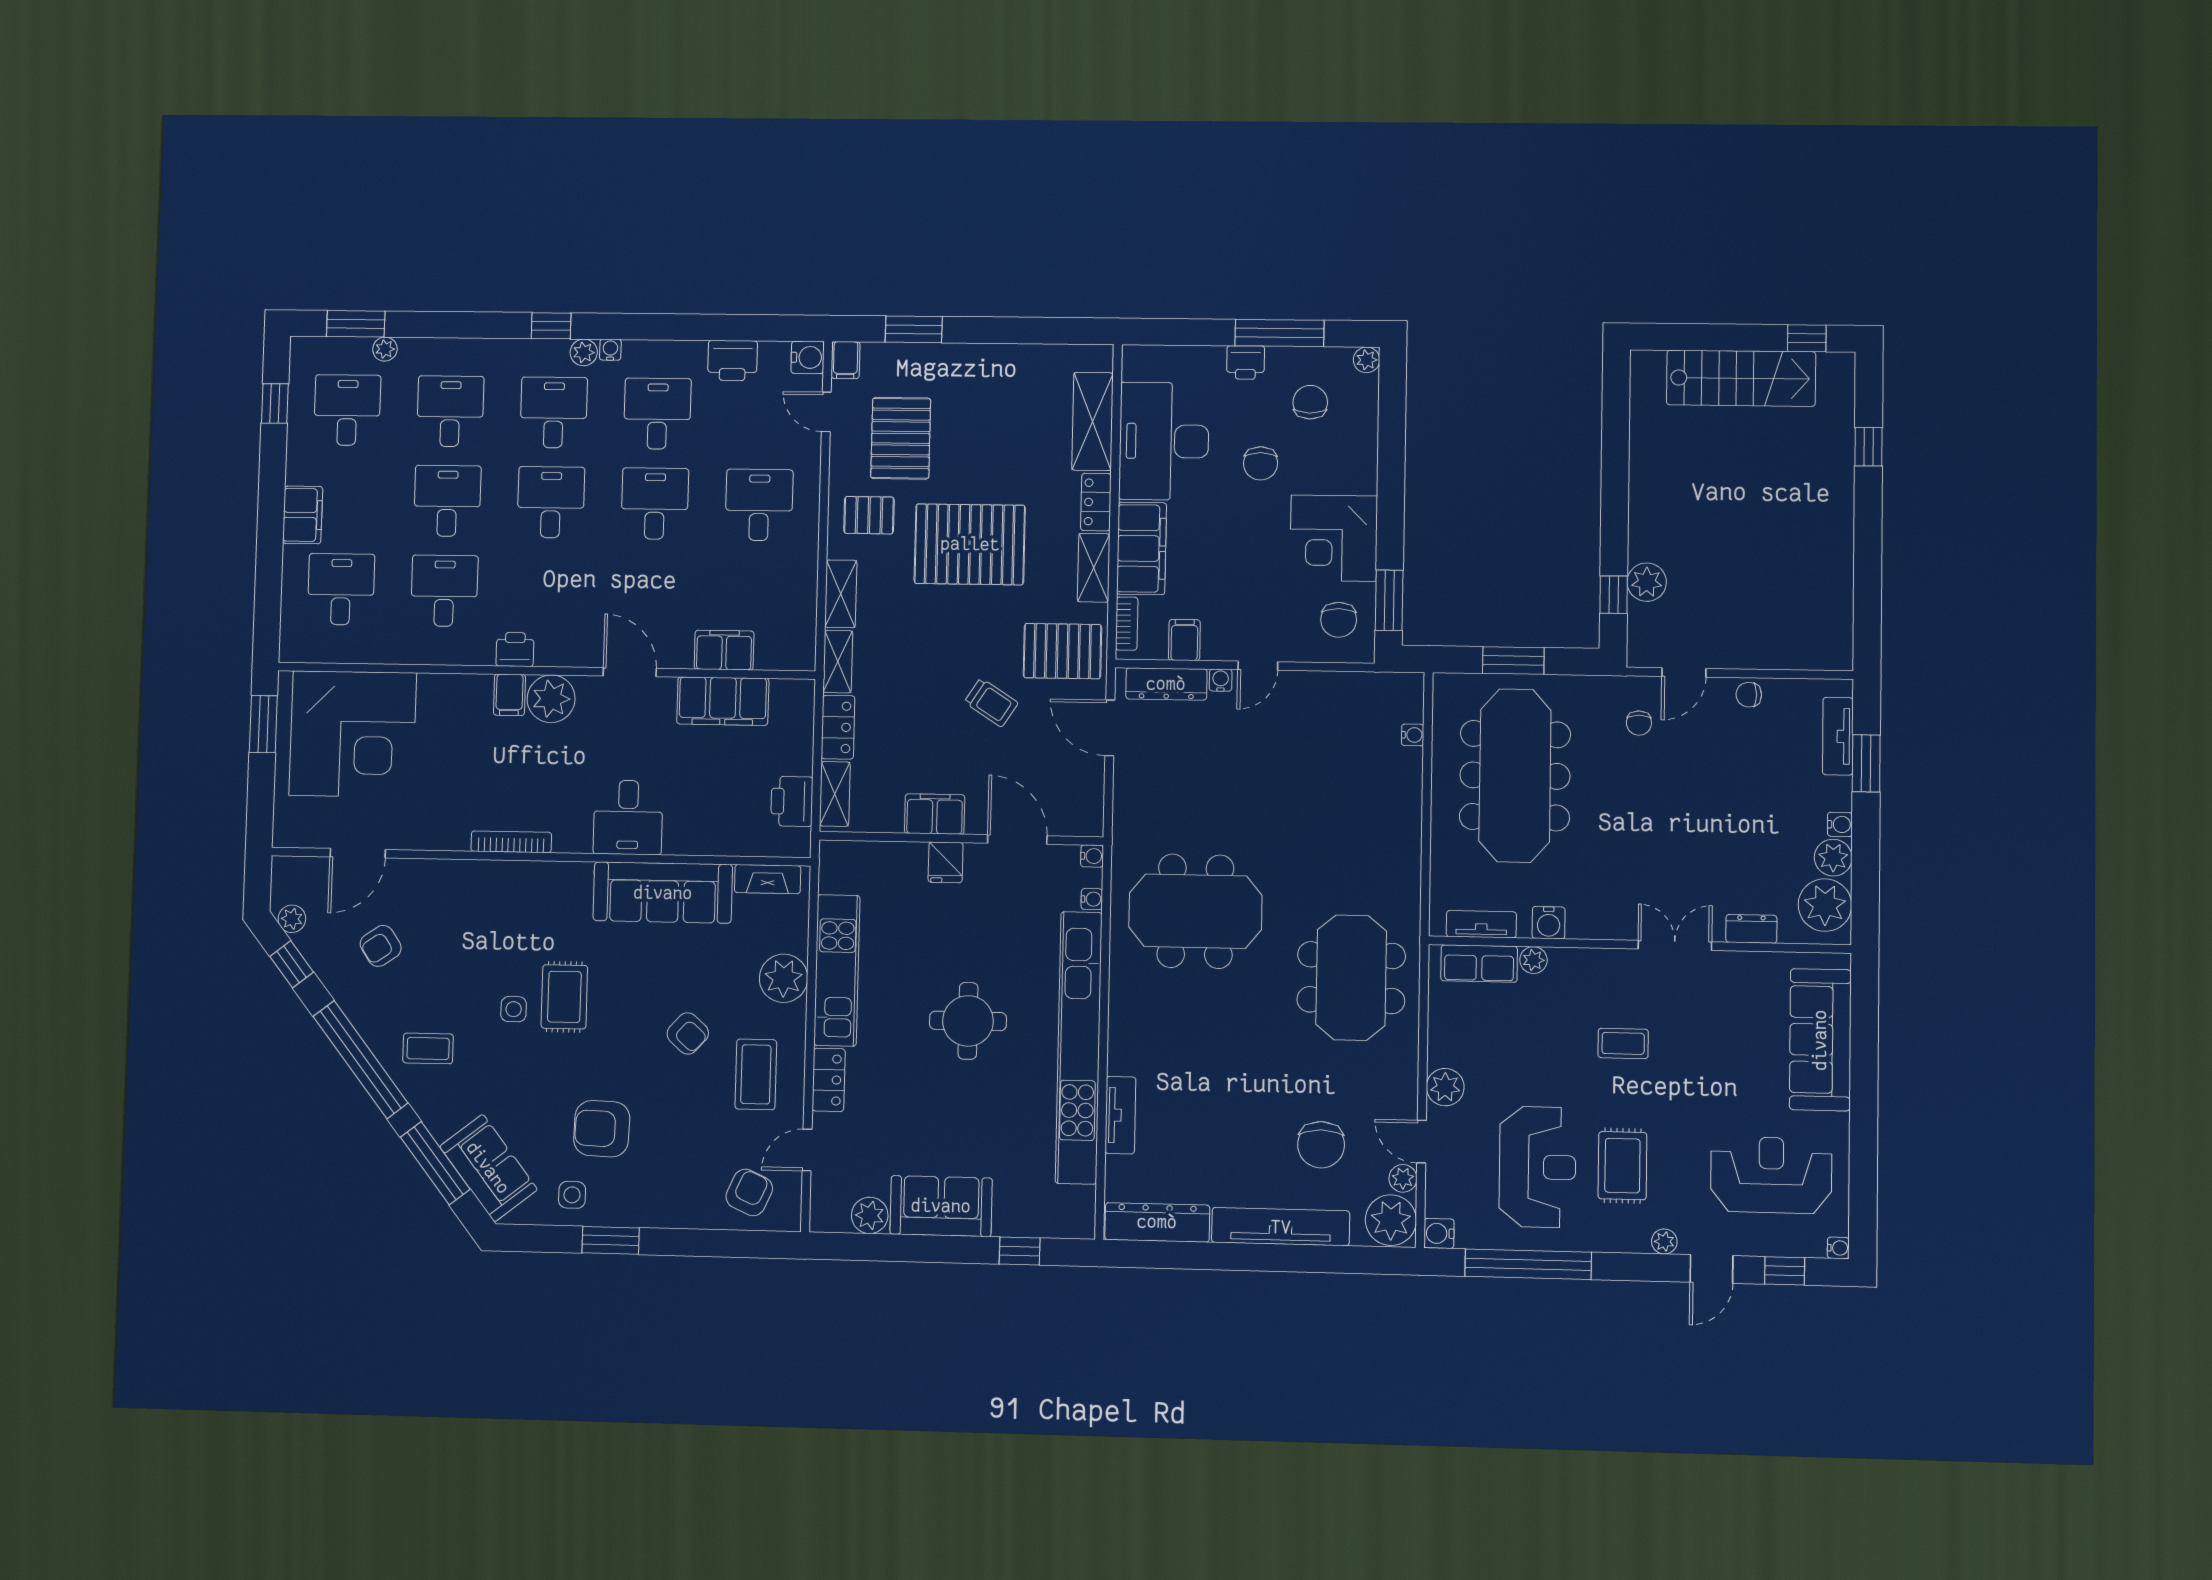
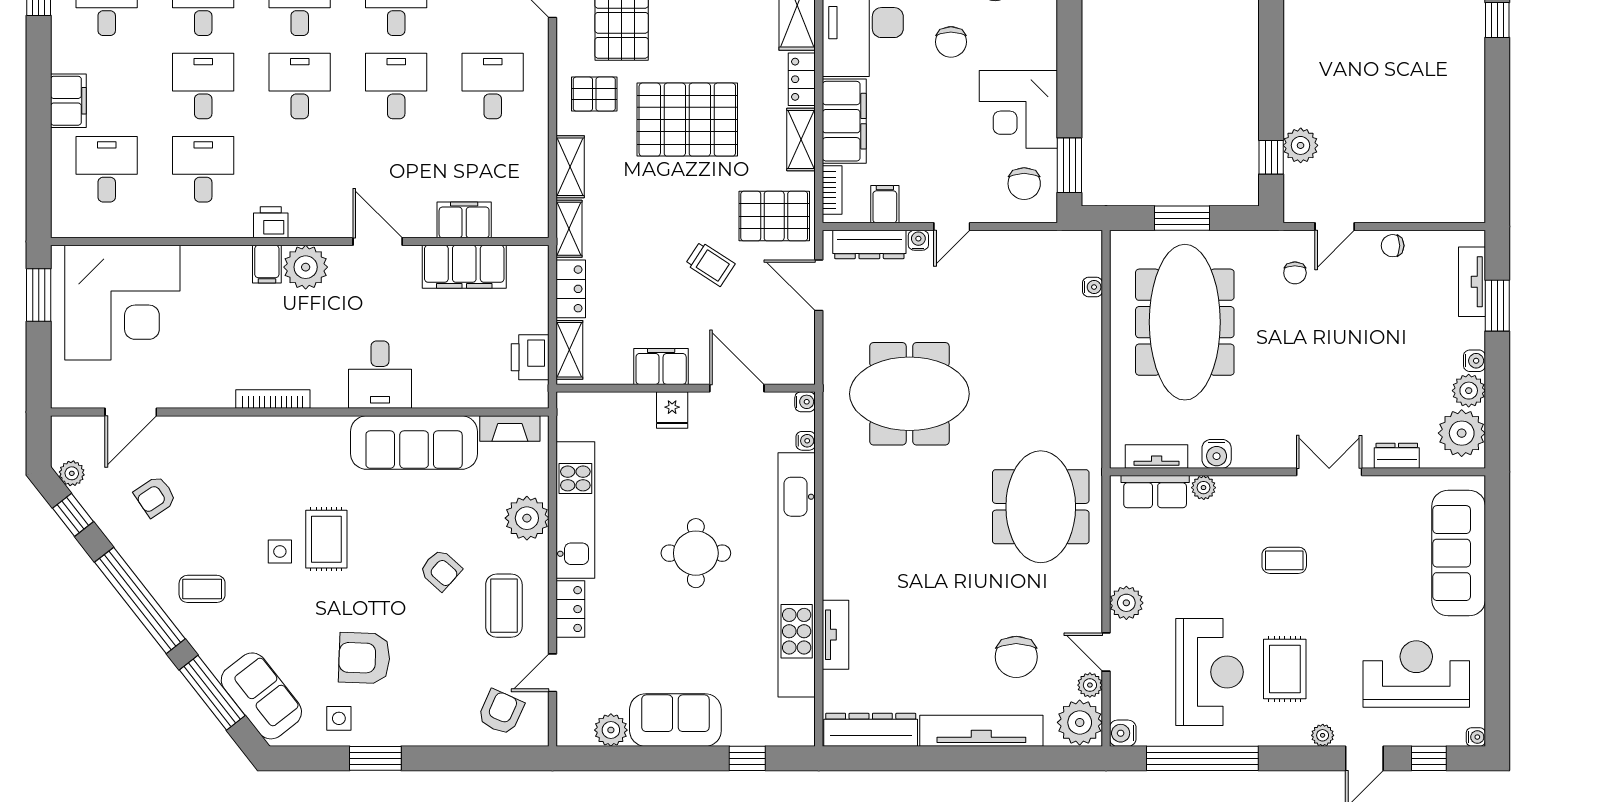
meeting table: (1195, 911) -> (909, 394), moved

